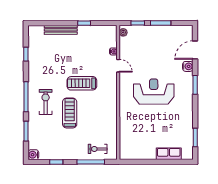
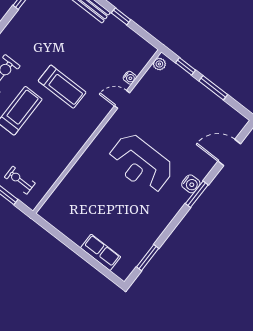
door: (118, 66) -> (122, 99), swing flipped
water cooler: (188, 66) -> (191, 184), moved
treadmill: (82, 83) -> (62, 87), turned 180
reception desk: (154, 92) -> (141, 164), turned 180

